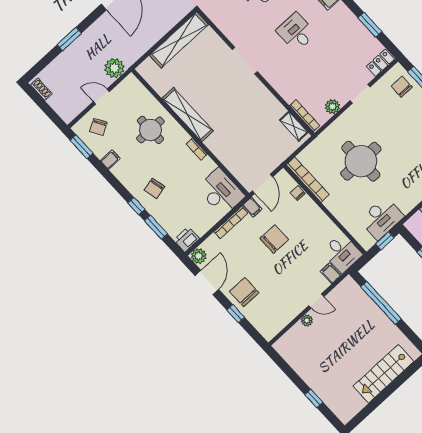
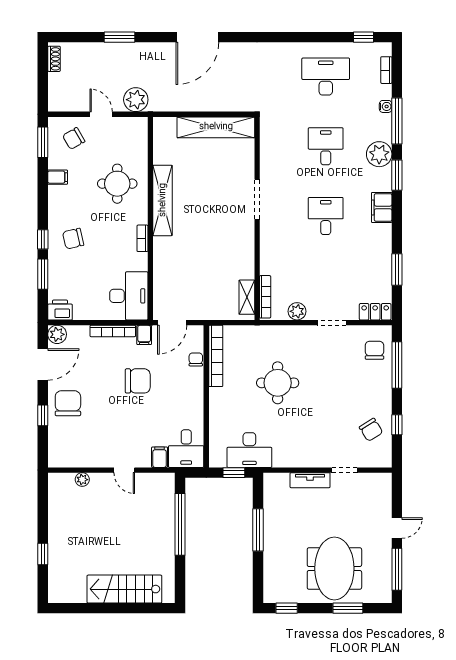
round table: (361, 161) -> (278, 383), width x0.73, depth x0.73
plant: (307, 320) -> (82, 480), moved

